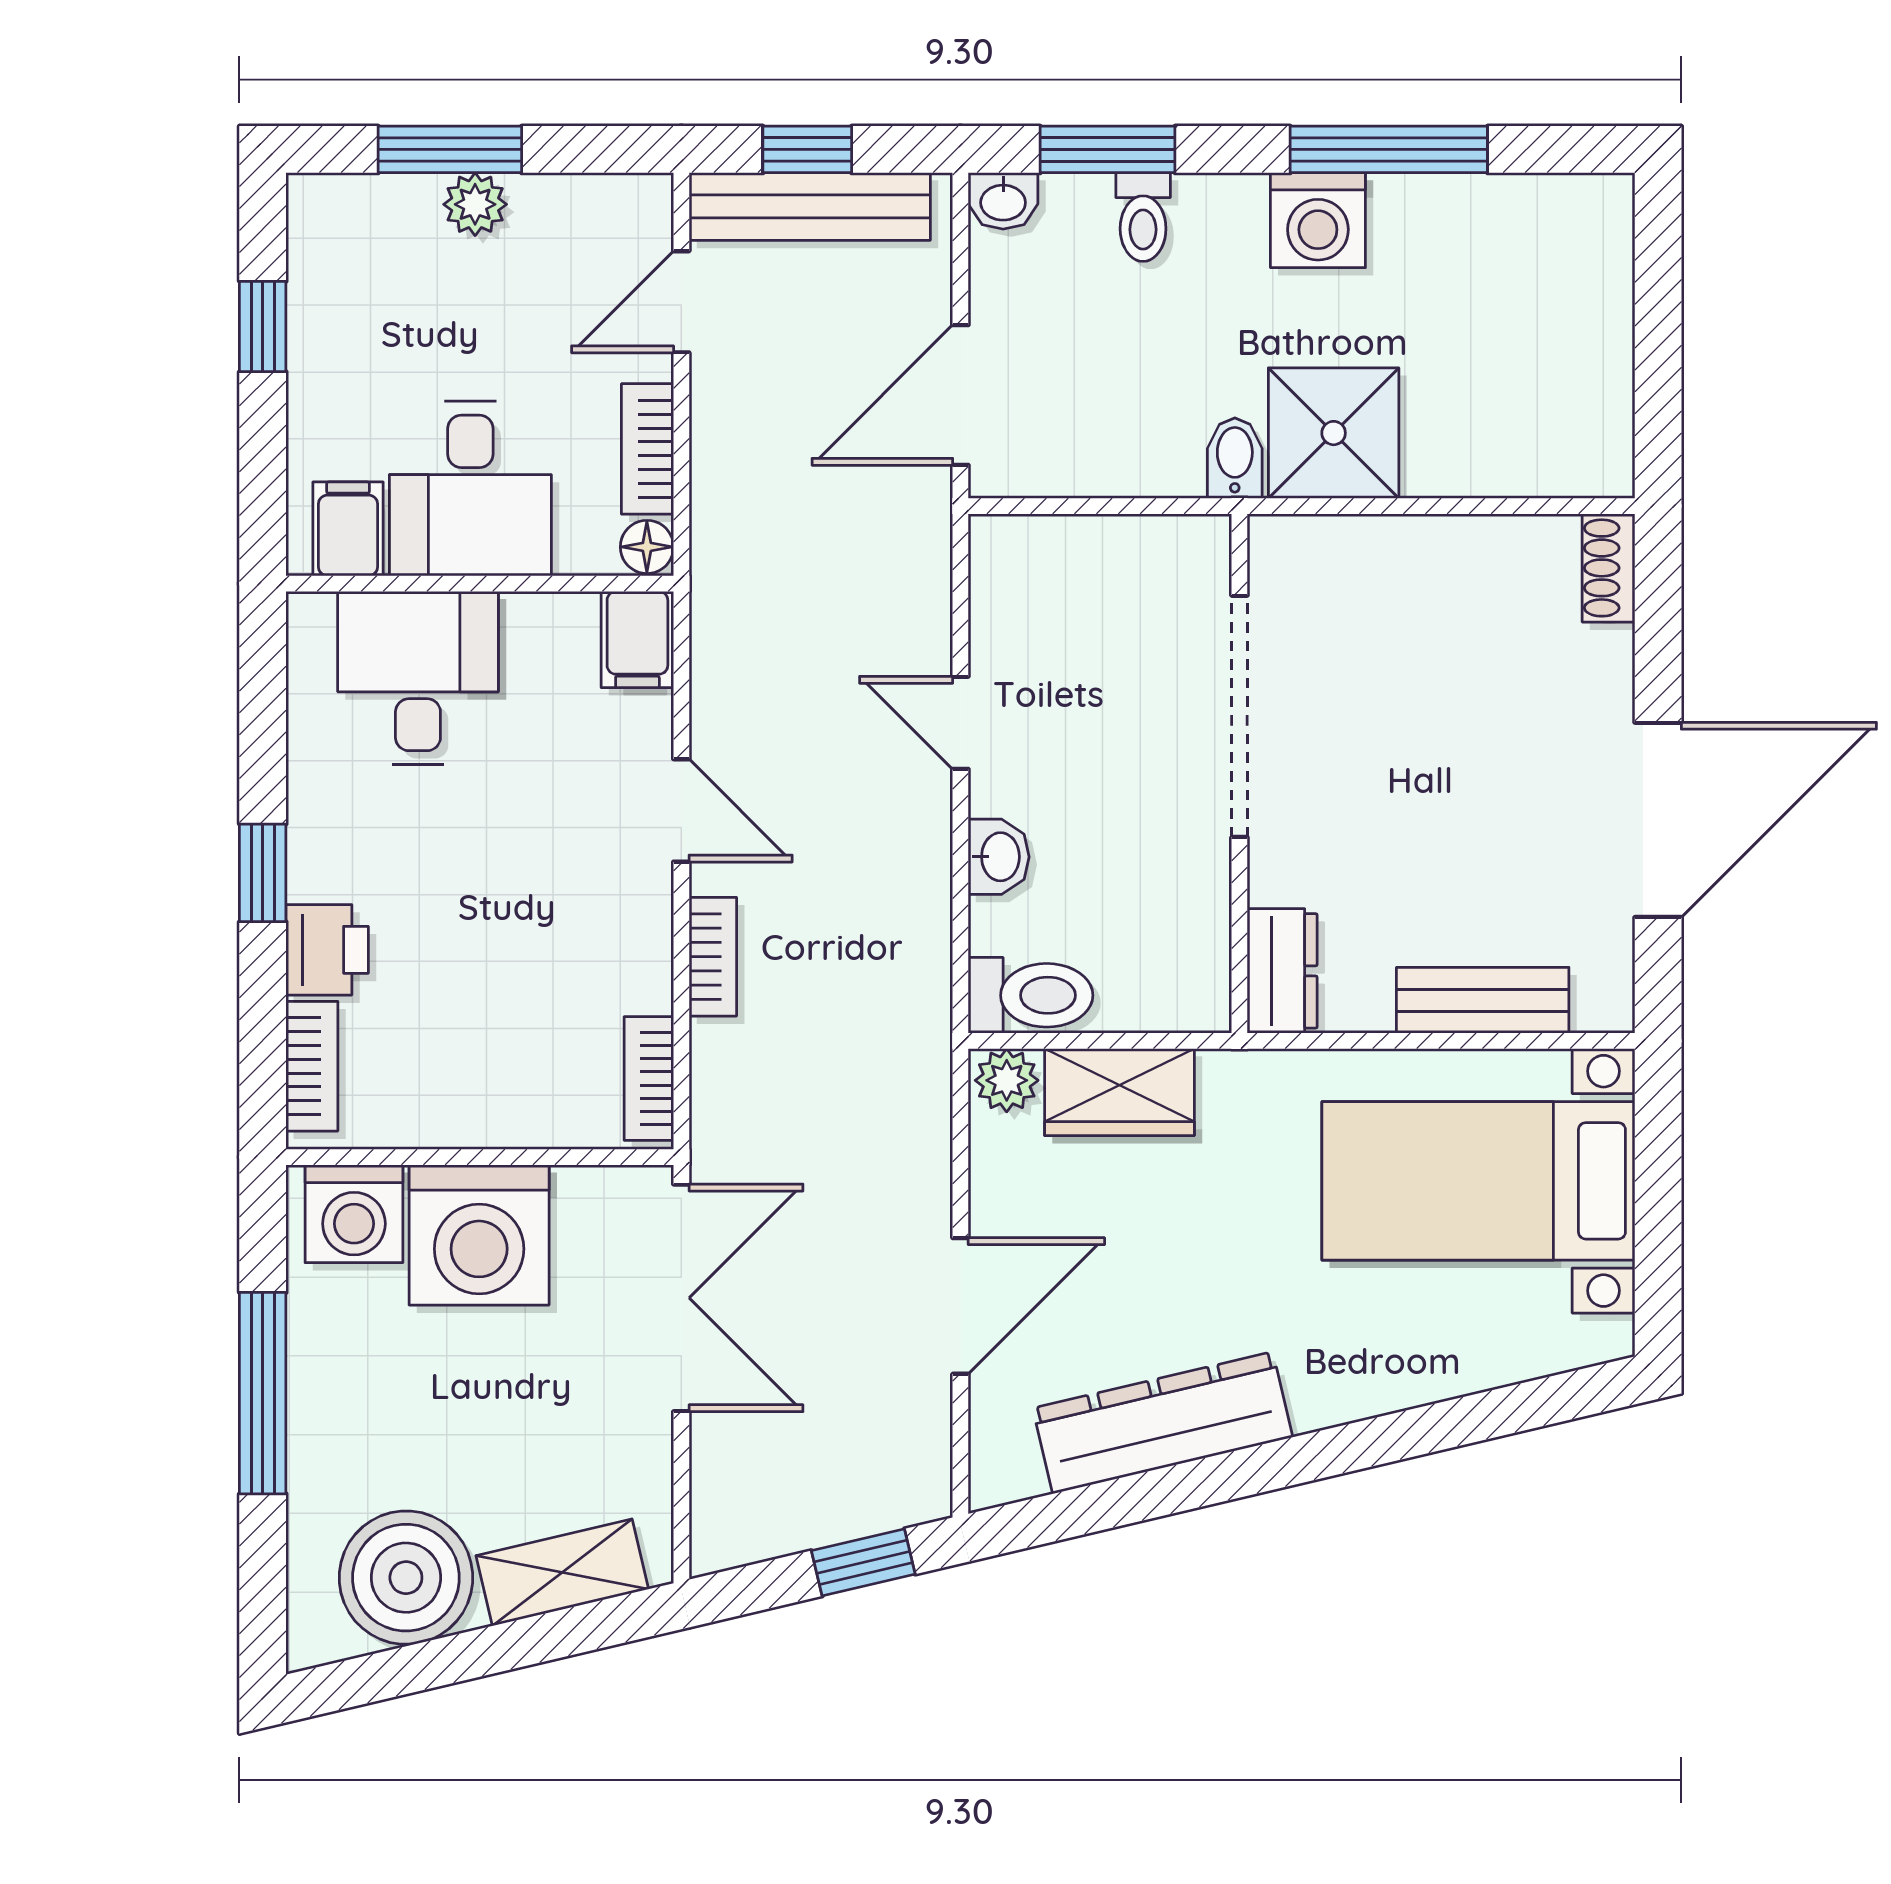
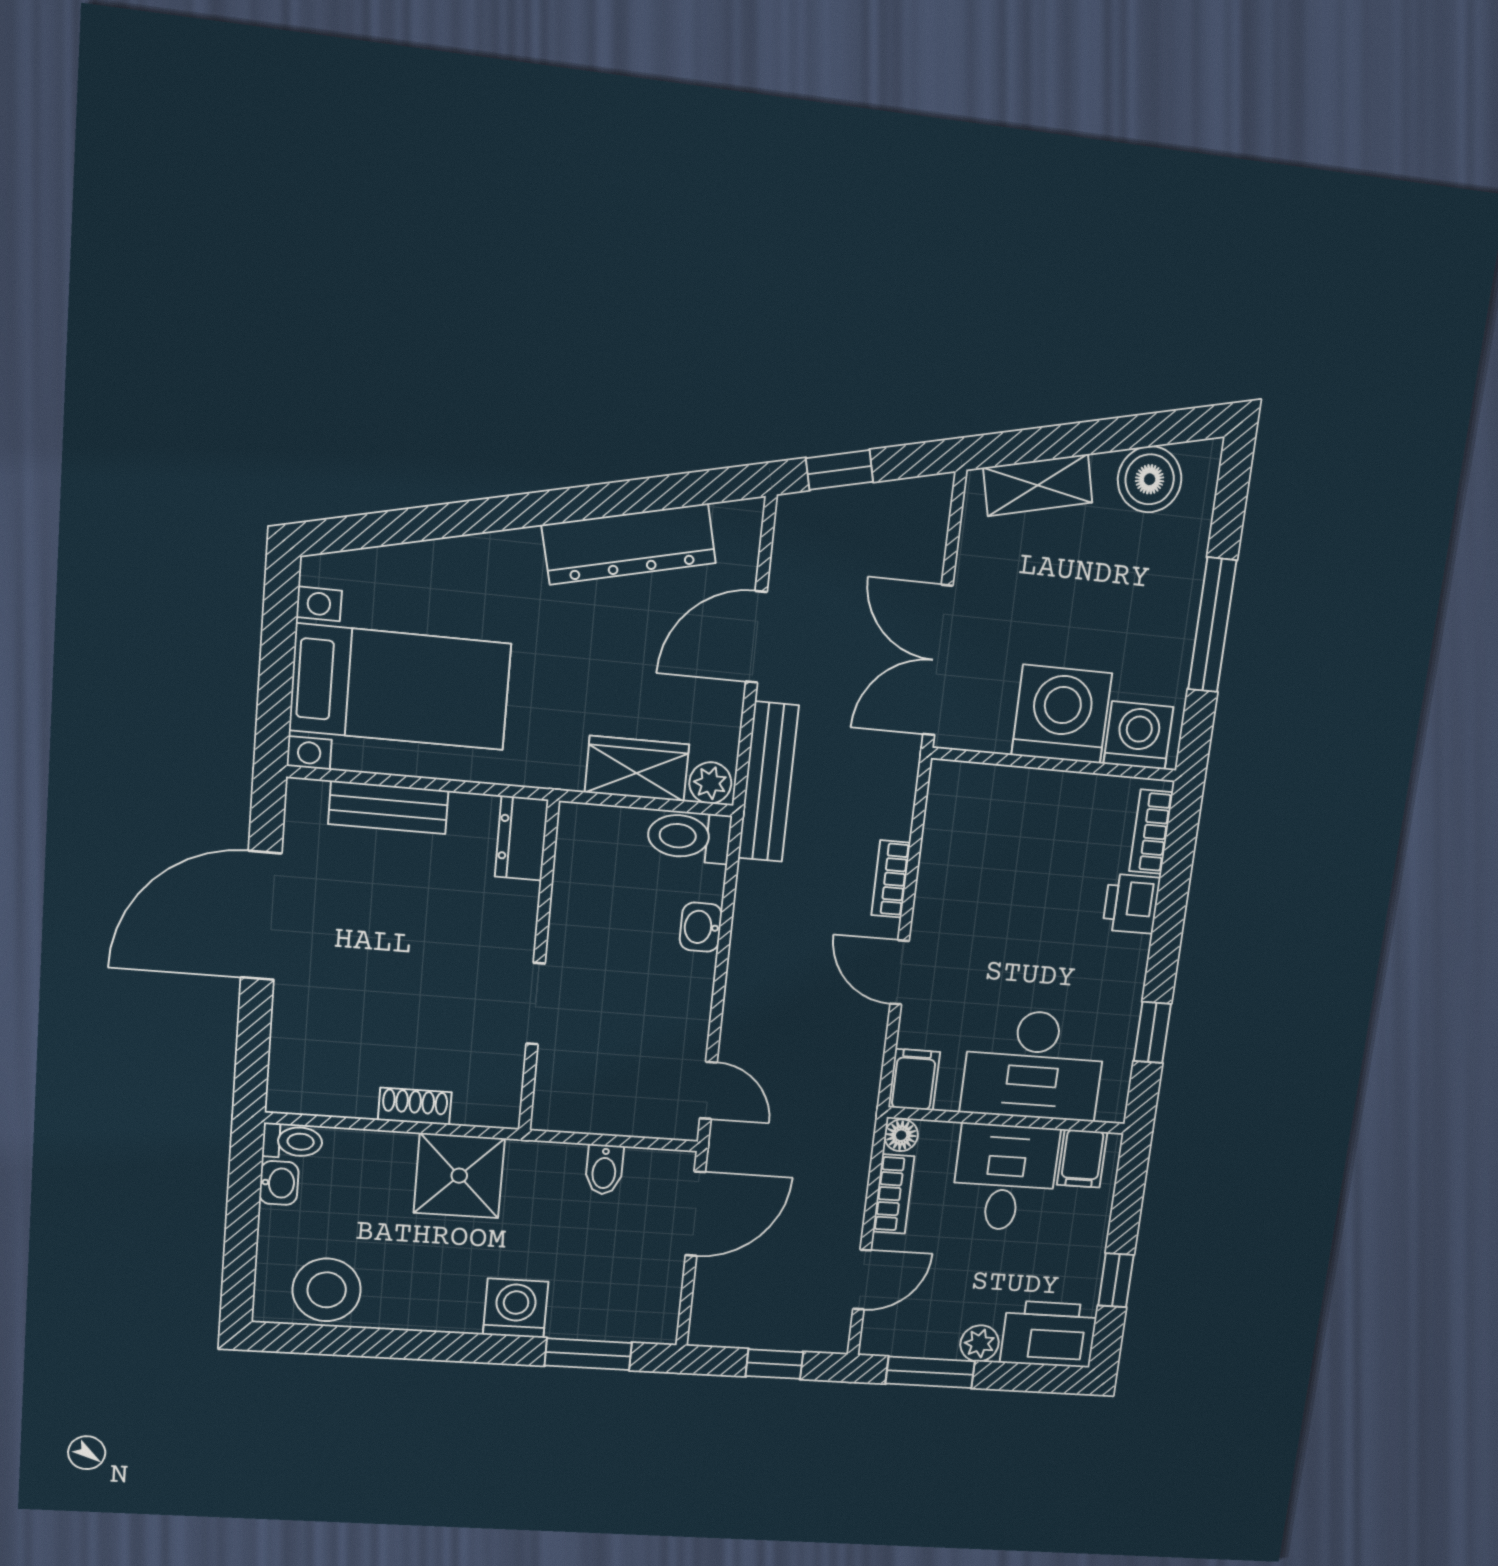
window: (450, 149) -> (930, 1372), moved
window: (1389, 149) -> (410, 1345), removed
washbasin: (1003, 201) -> (279, 1183), moved, turned 90
bench: (810, 206) -> (768, 782), moved, turned 90
toilet: (1143, 217) -> (292, 1141), moved, turned 90
washing machine: (1318, 220) -> (516, 1308), moved
printer: (362, 227) -> (1049, 1334), added
stool: (1523, 233) -> (327, 1290), added
bidet: (1235, 458) -> (604, 1170), moved
shoe rack: (1608, 568) -> (415, 1106), moved, turned -90
desk: (418, 678) -> (1034, 1065), width x1.37
doorway: (1239, 716) -> (536, 1004), width x0.53
door: (960, 723) -> (708, 1090), moved
window: (263, 873) -> (1152, 1032), moved
bookcase: (649, 1078) -> (941, 805), removed
boiler: (406, 1578) -> (1150, 479), width x0.73, depth x0.73

